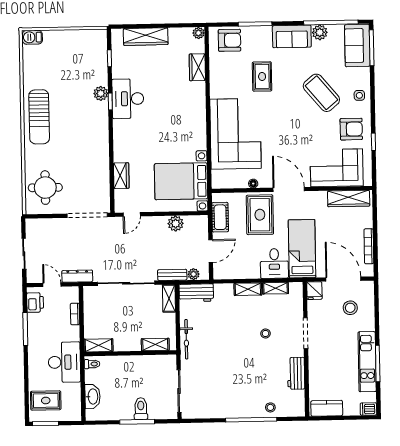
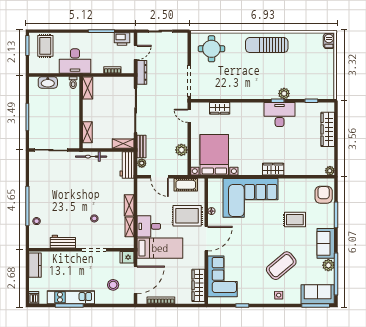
armchair: (230, 40) -> (324, 195), turned 180
wardrobe: (197, 67) -> (273, 169), moved
armchair: (351, 129) -> (253, 288), removed
toilet: (141, 409) -> (38, 120), removed

